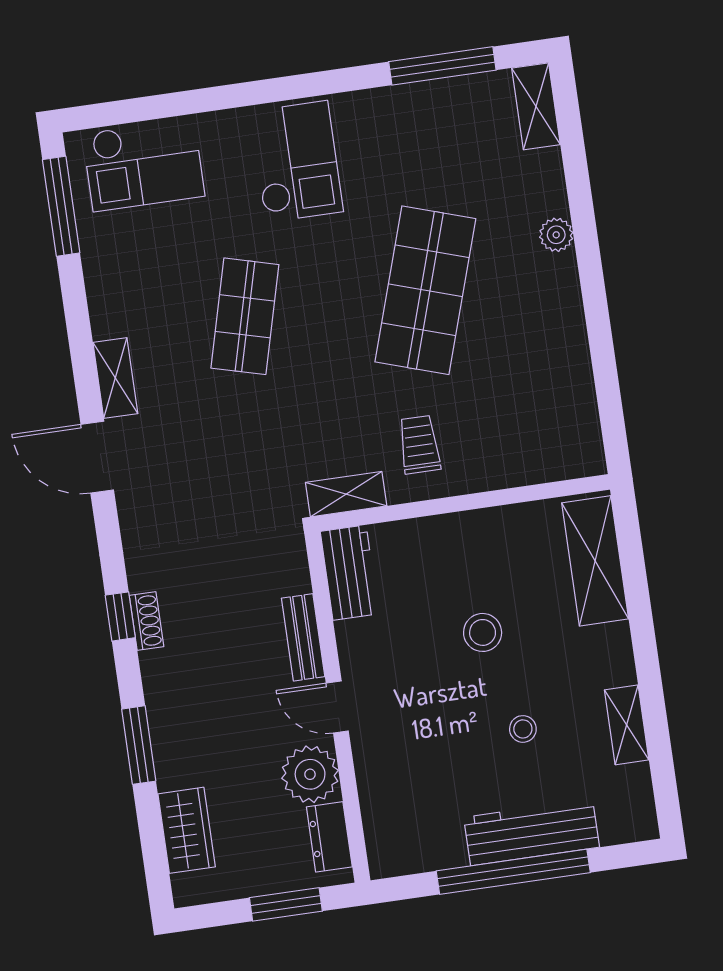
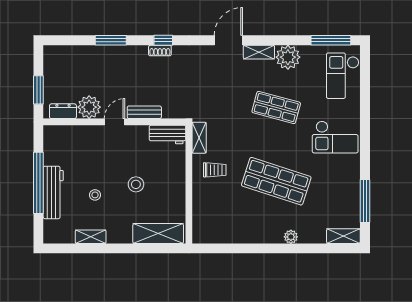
plant: (118, 305) -> (288, 57), added
wardrobe: (187, 830) -> (74, 55), removed

